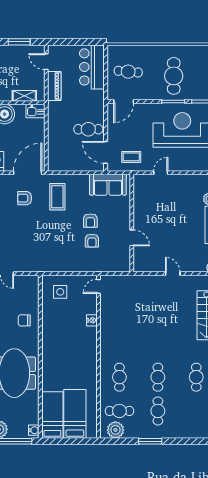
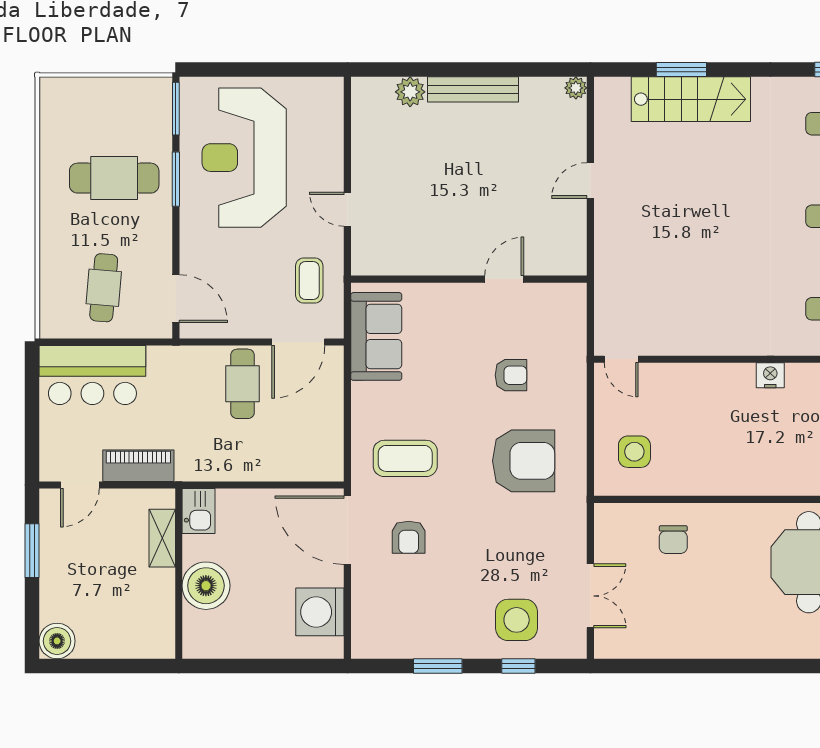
armchair: (90, 221) -> (524, 461), moved, width x1.88, depth x1.88
chair: (24, 320) -> (673, 540), moved
nightstand: (92, 320) -> (770, 375), moved

